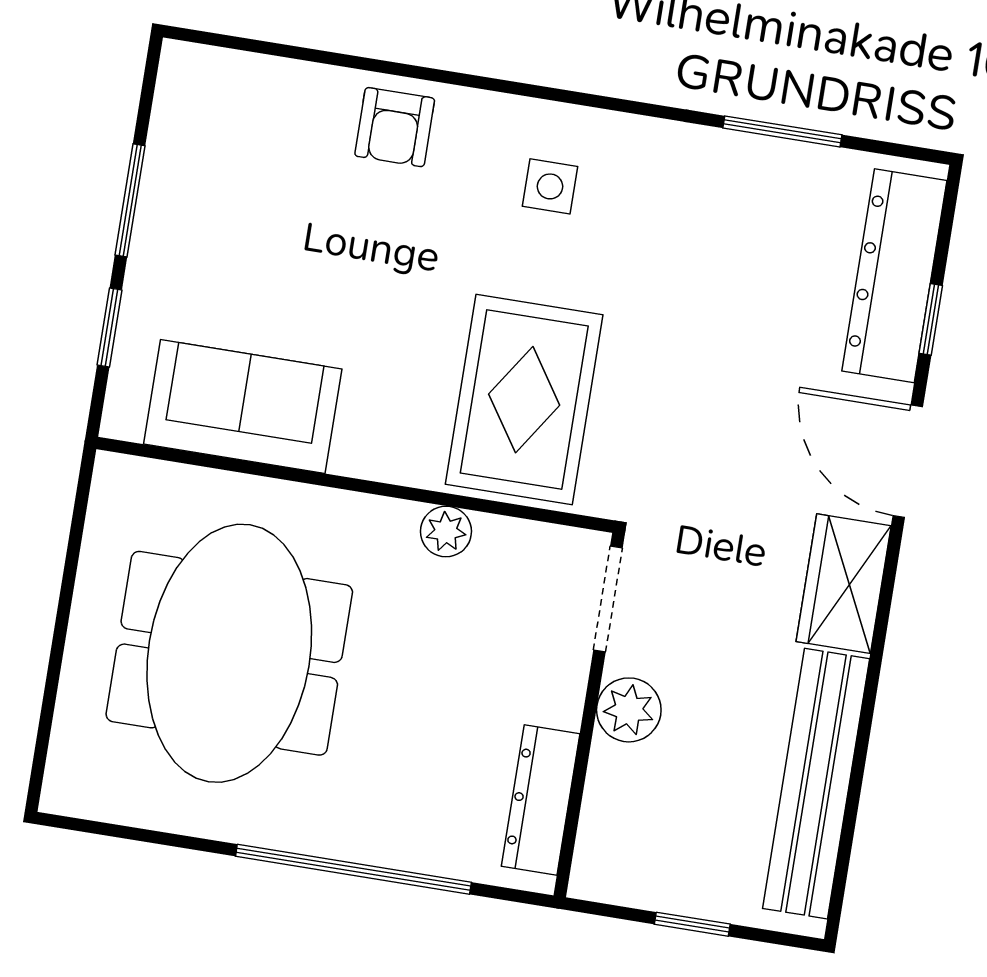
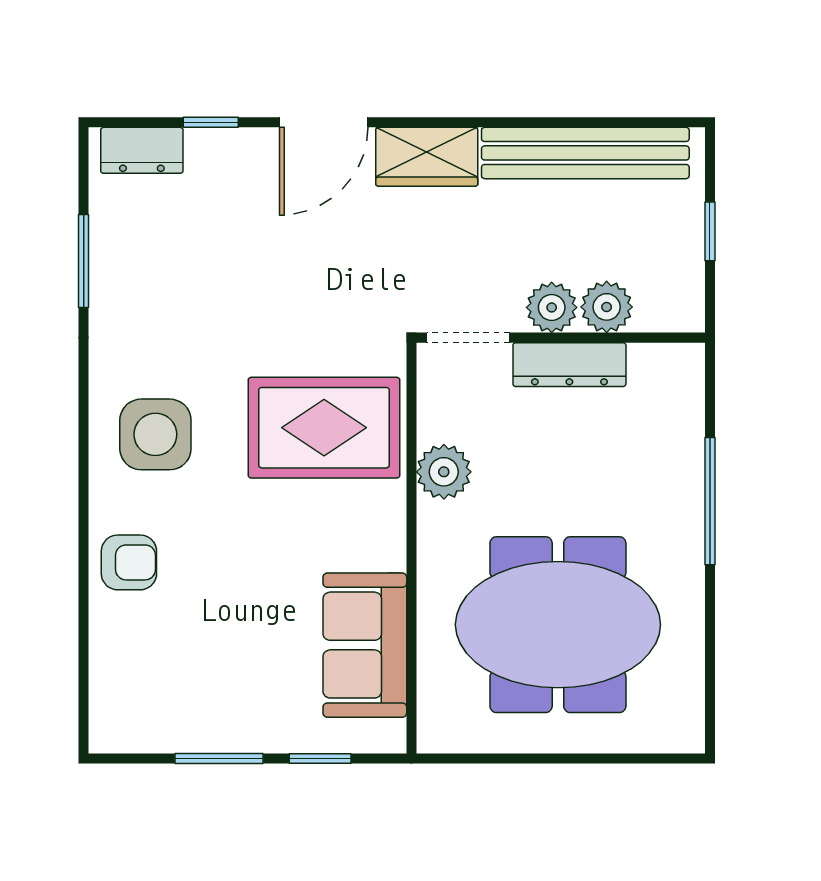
side table: (550, 186) -> (155, 434), width x1.87, depth x1.87
dresser: (894, 276) -> (142, 150), width x0.51, depth x0.80
plant: (446, 532) -> (444, 472), width x1.38, depth x1.38
plant: (618, 779) -> (607, 307), added
dresser: (541, 800) -> (569, 365), moved
window: (353, 869) -> (710, 501), width x0.68

